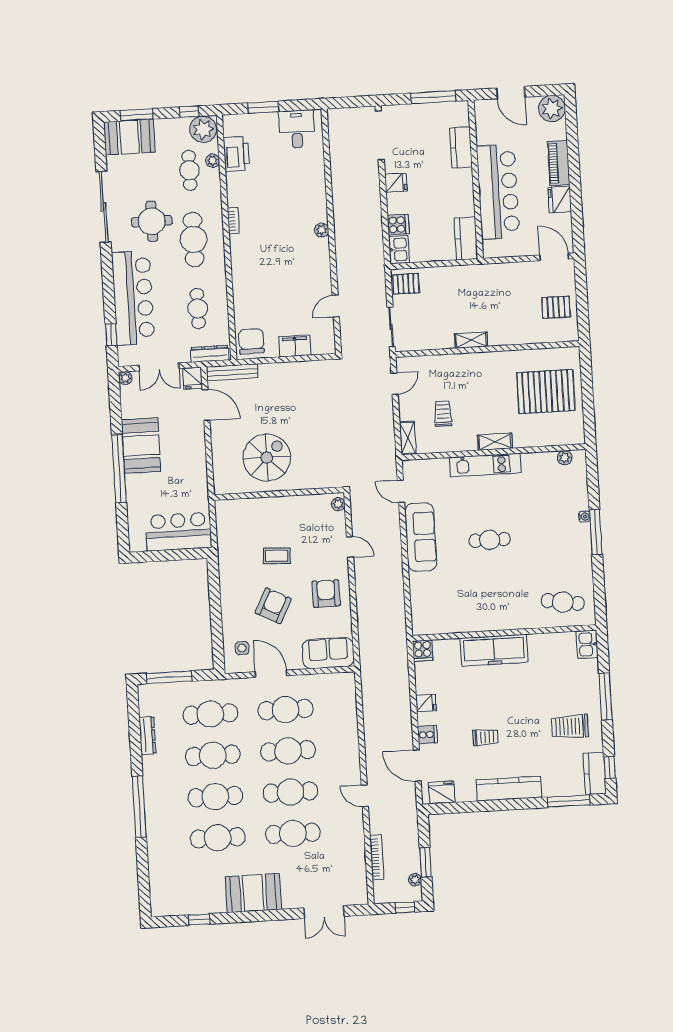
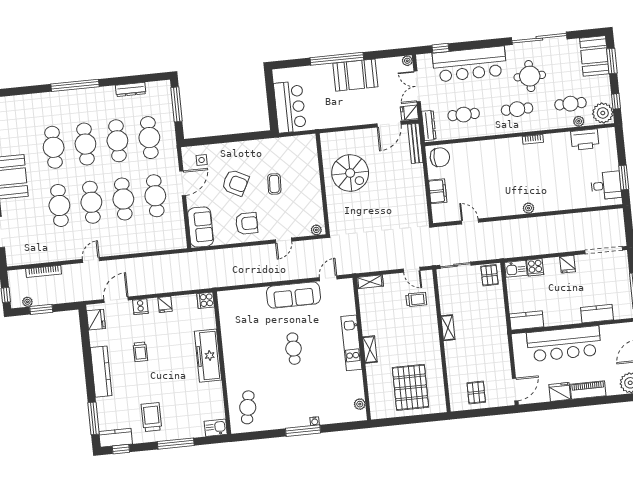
window: (263, 107) -> (624, 177), moved
cafe table: (194, 239) -> (517, 109), width x0.73, depth x0.74
trolley: (443, 413) -> (416, 299), moved

